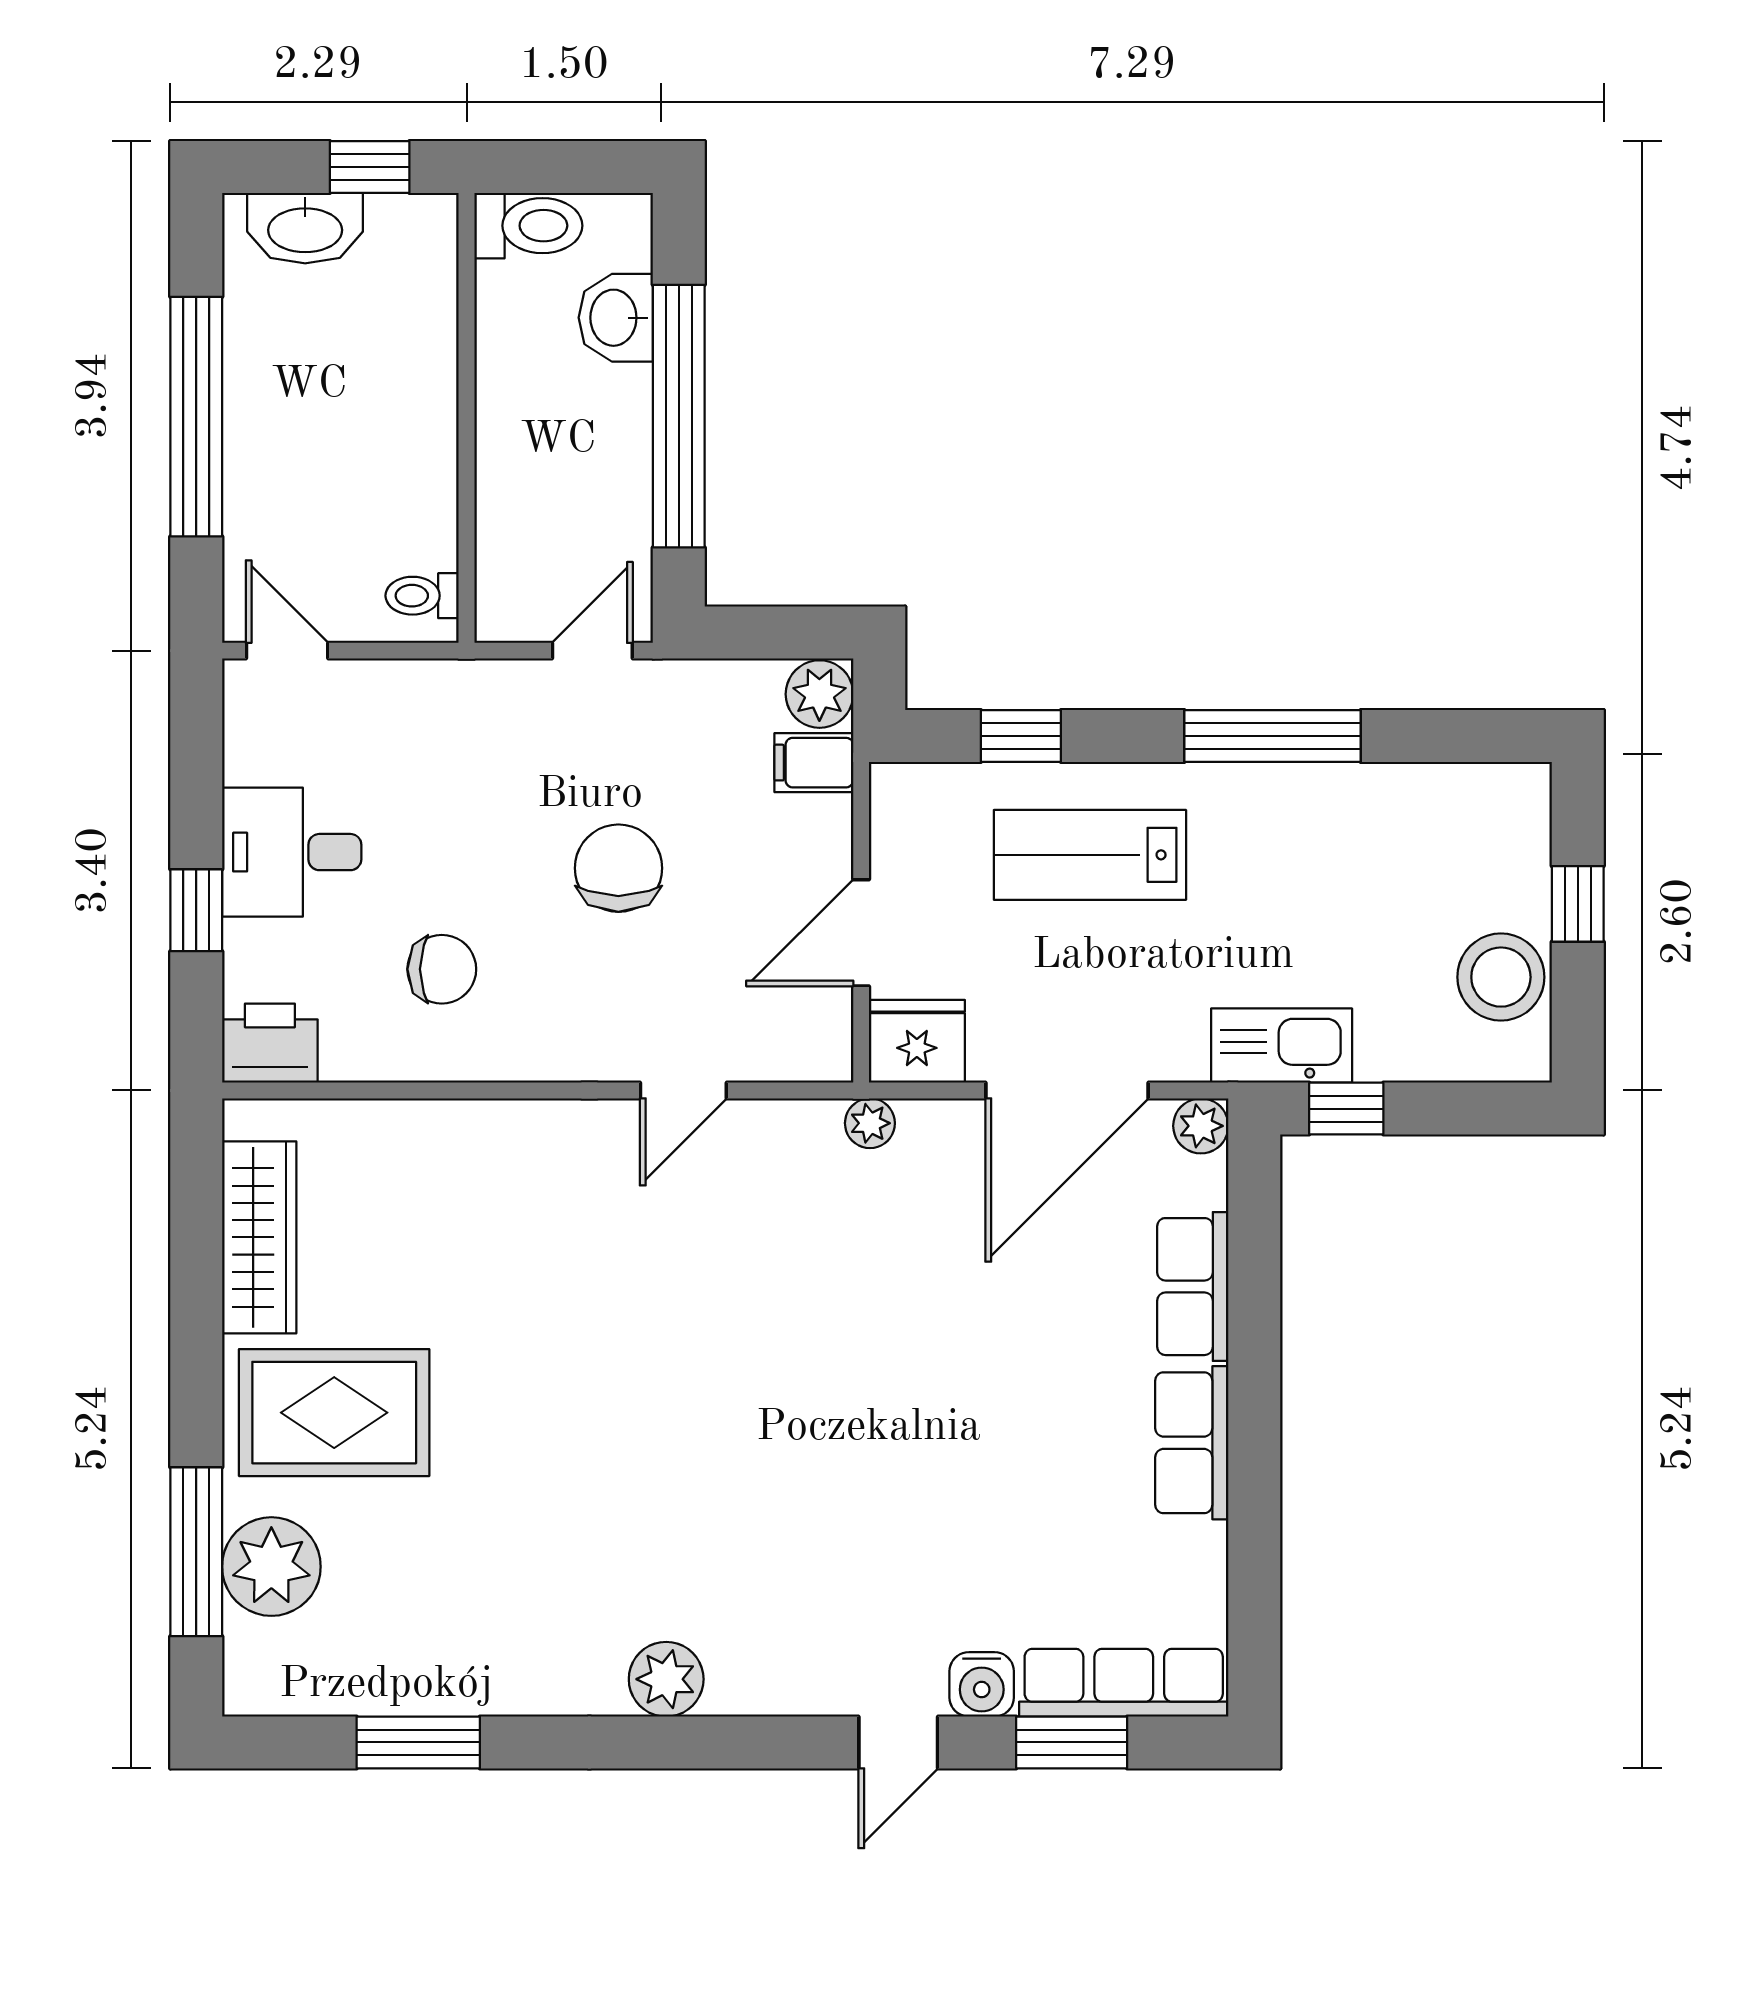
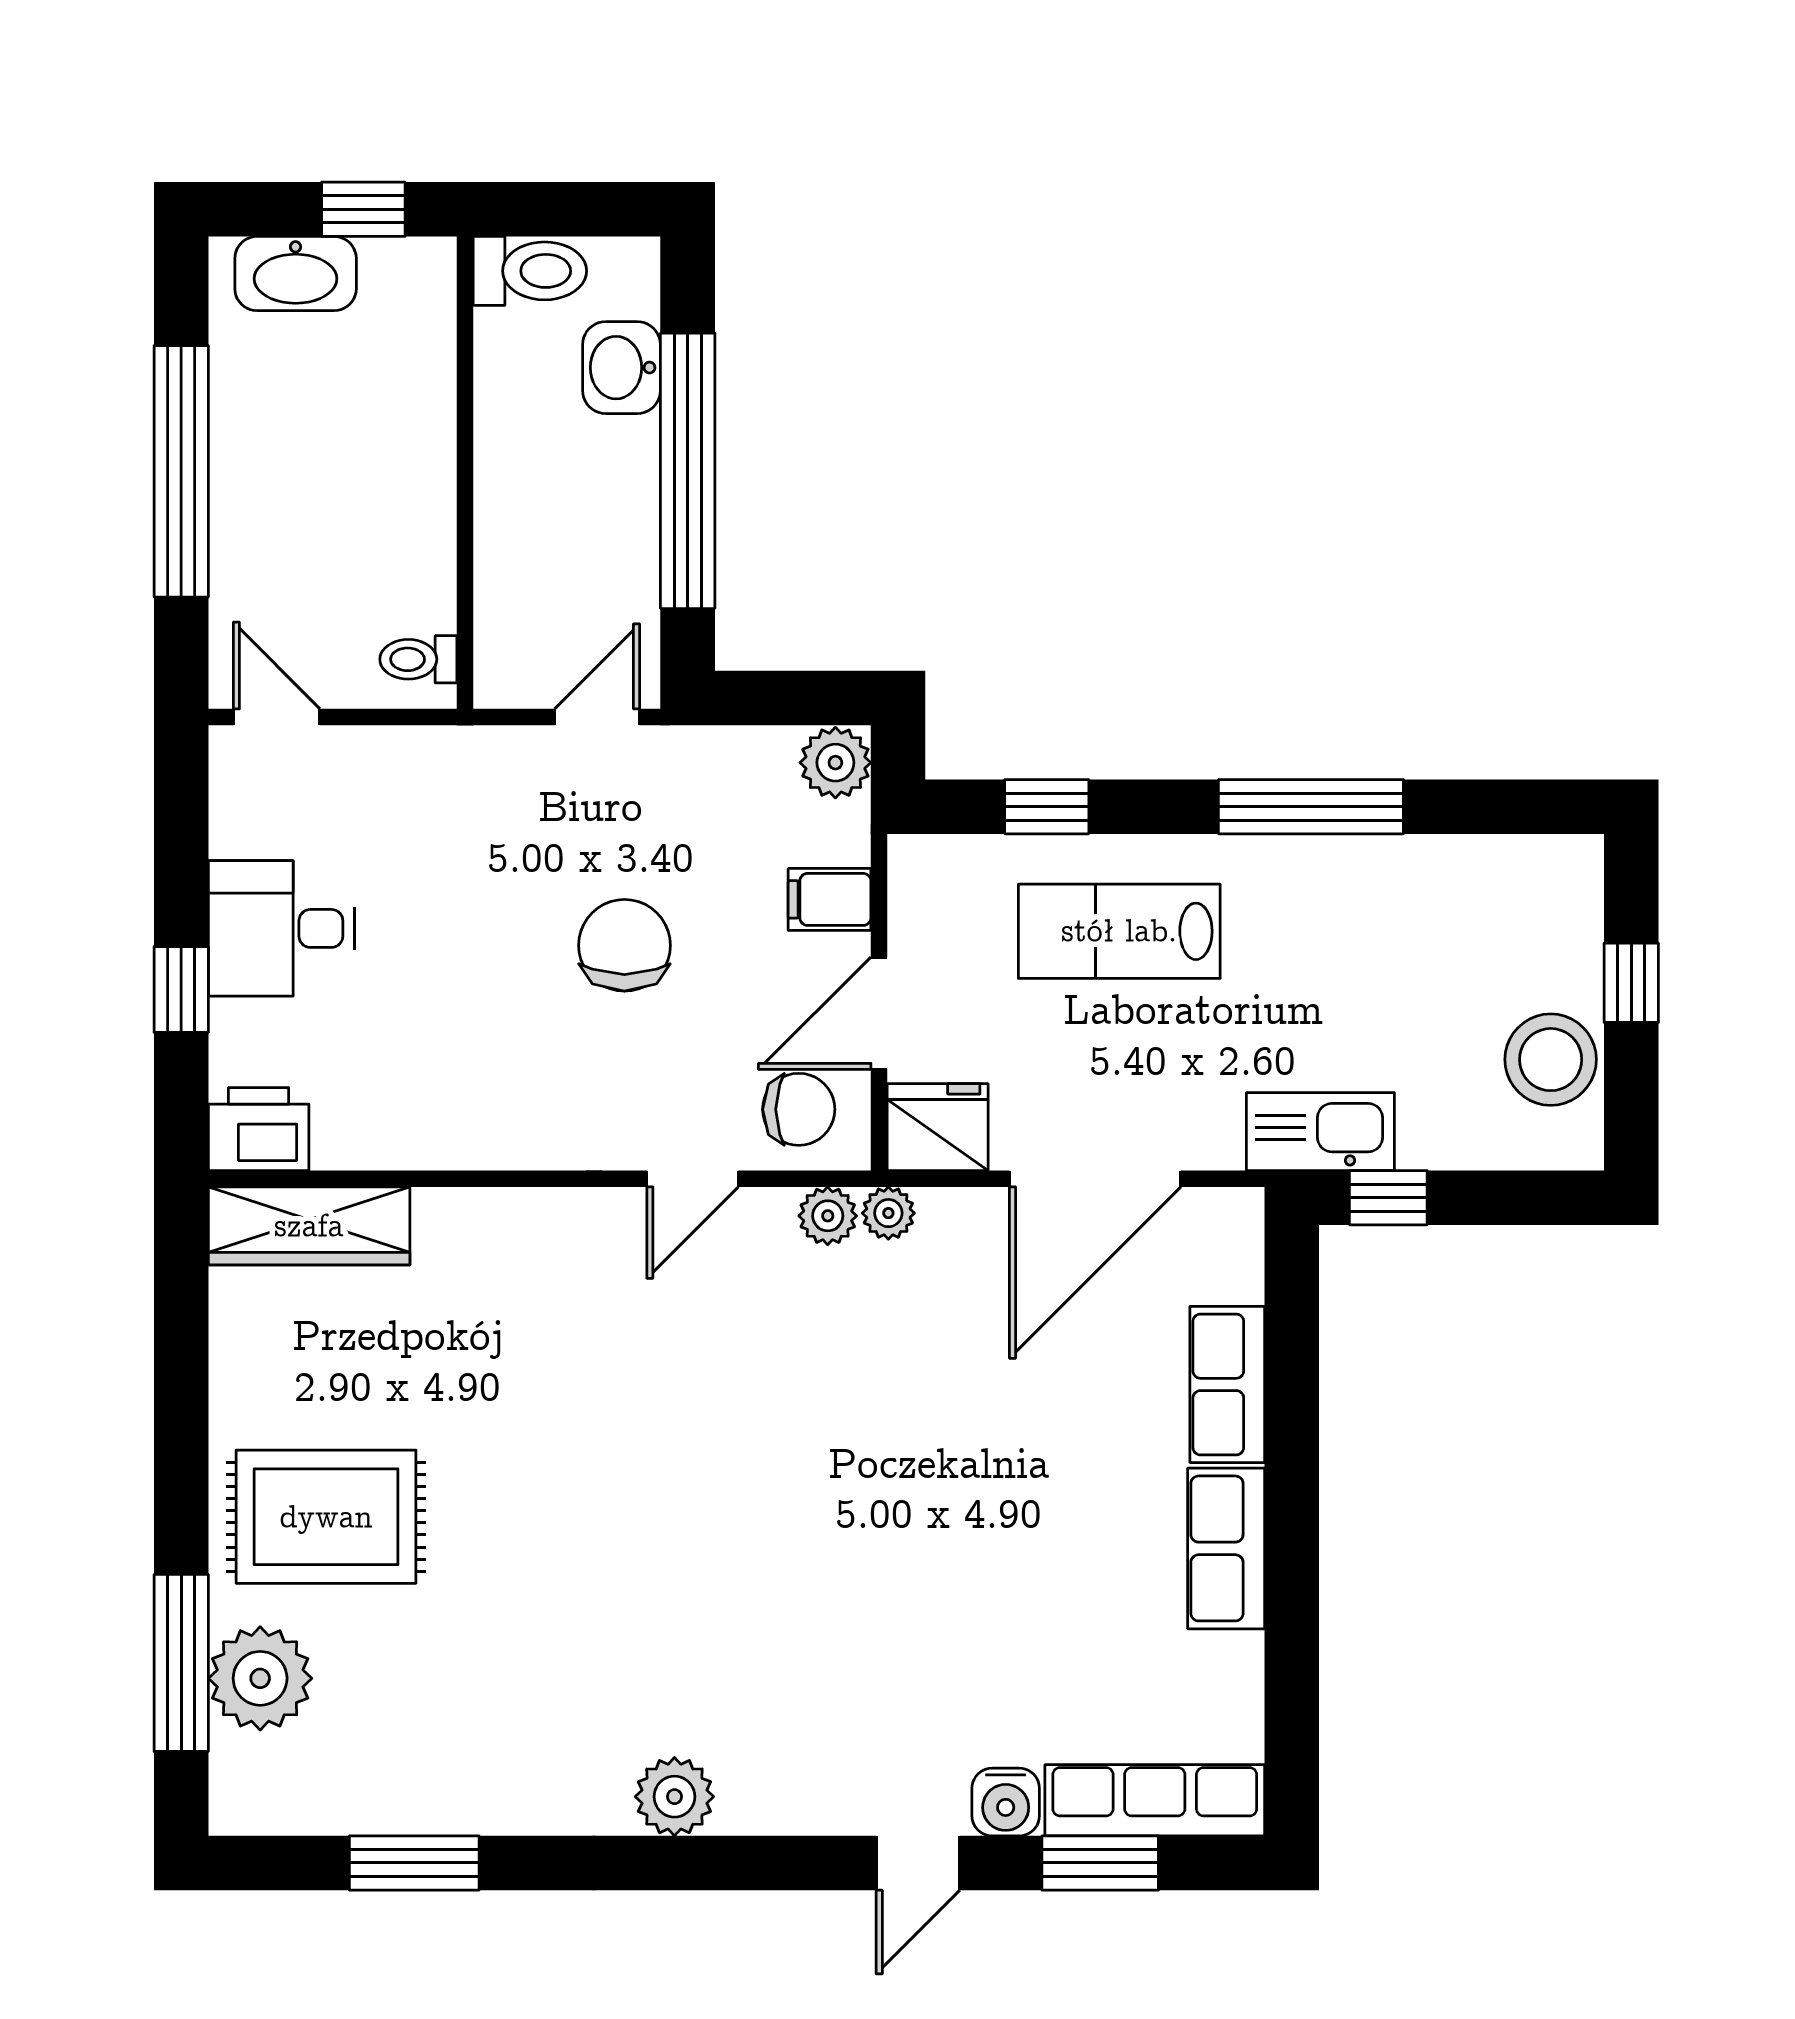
filing cabinet: (814, 763) -> (830, 899), moved
chair: (442, 969) -> (799, 1109), moved
plant: (1201, 1126) -> (828, 1216), moved
wardrobe: (259, 1237) -> (309, 1226), moved, turned 90

